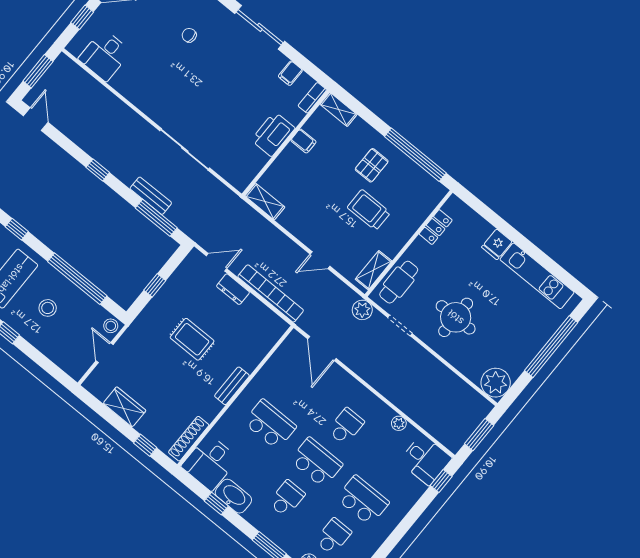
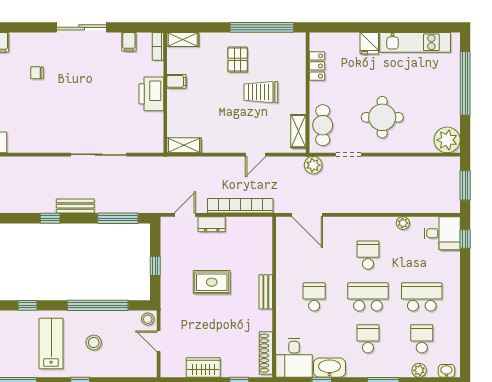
bench: (151, 196) -> (75, 206), moved
school desk: (270, 424) -> (314, 297), width x0.54

